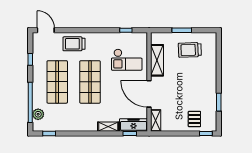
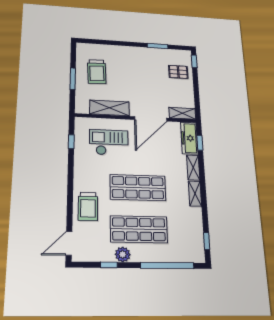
checkout: (127, 60) -> (109, 142), turned -90
plant: (38, 114) -> (123, 254), moved
shelving: (87, 127) -> (195, 194), added

